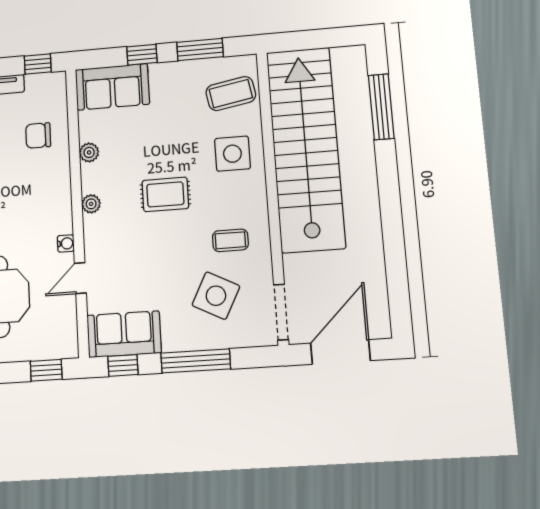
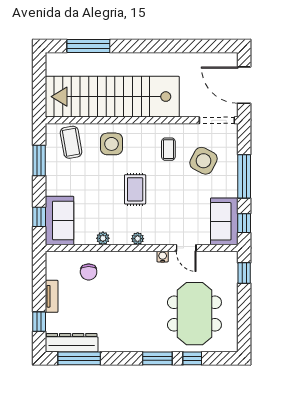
window: (142, 55) -> (39, 217), moved
window: (38, 64) -> (39, 270), removed

